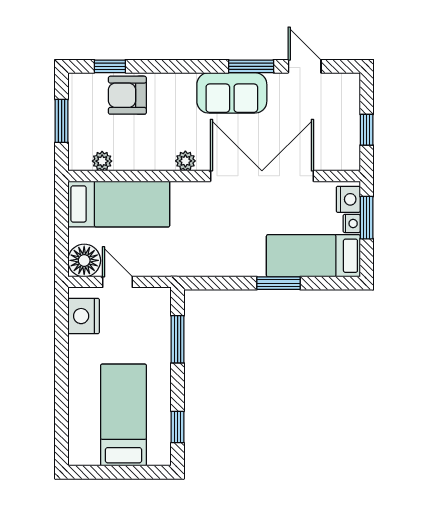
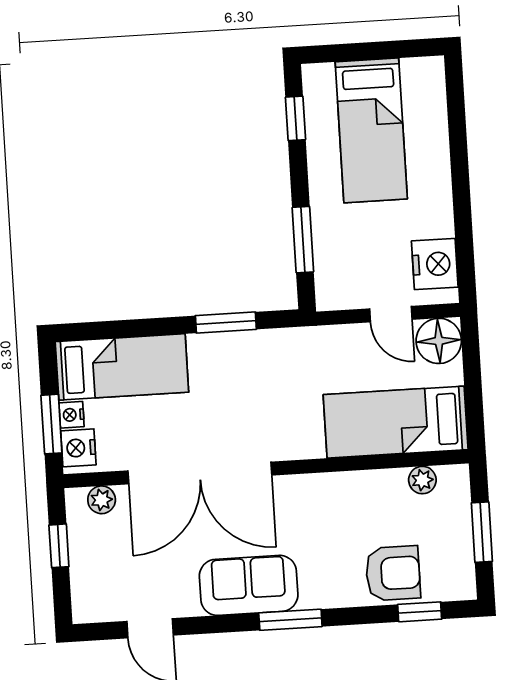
window: (251, 66) -> (290, 620), moved
plant: (185, 161) -> (102, 500), moved
window: (278, 283) -> (226, 322), moved

